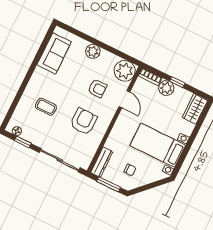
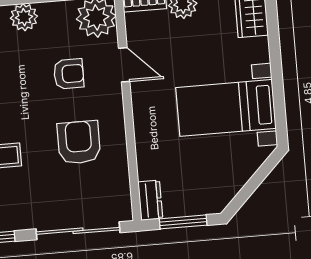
dresser: (102, 162) -> (150, 200), width x0.70
chair: (130, 170) -> (204, 177), removed

